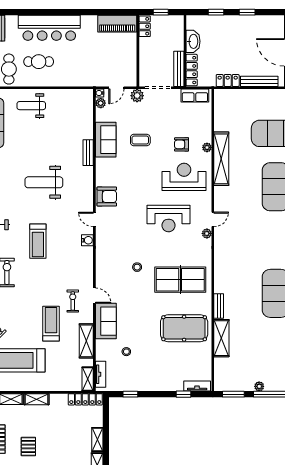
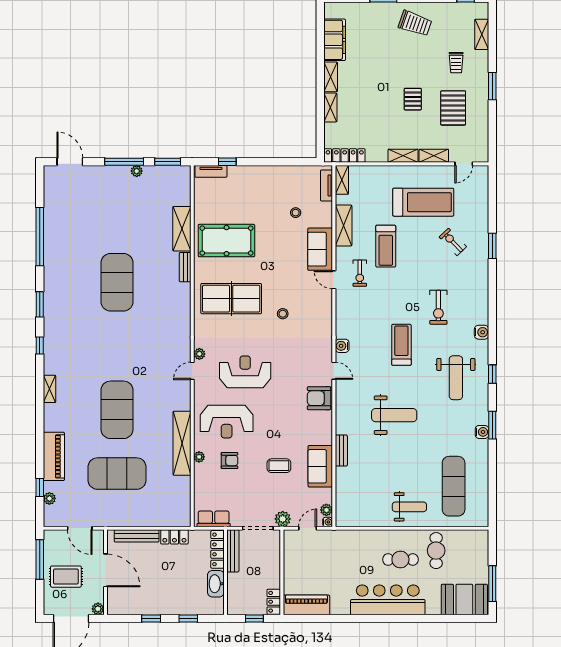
window: (130, 394) -> (291, 162), removed

